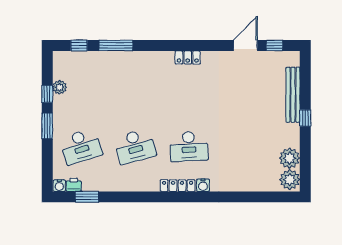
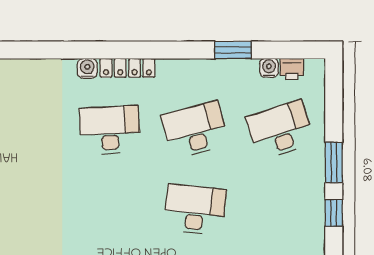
plant: (60, 87) -> (314, 223), removed
desk: (135, 96) -> (195, 210), added
water cooler: (59, 186) -> (269, 68), moved
window: (87, 197) -> (233, 50), moved

